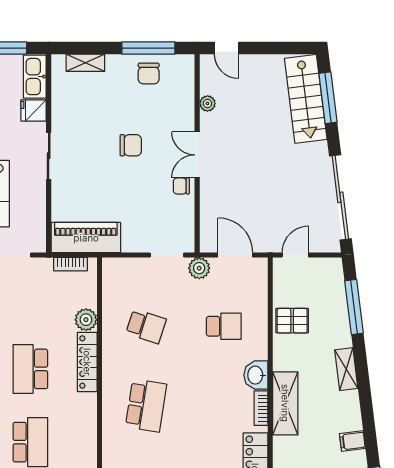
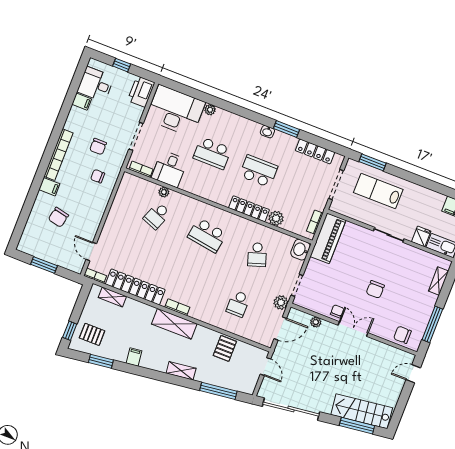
chair: (149, 74) -> (402, 335), moved
plant: (208, 103) -> (316, 322), moved
school desk: (146, 326) -> (257, 255), turned -36
washbasin: (256, 375) -> (300, 250), moved, turned -90

